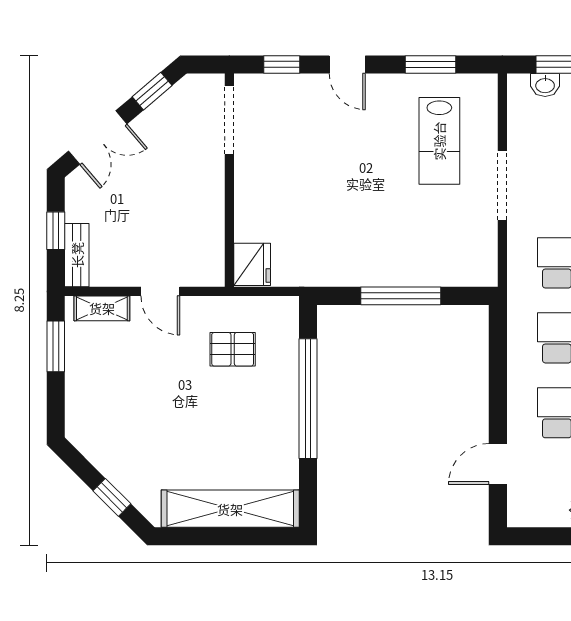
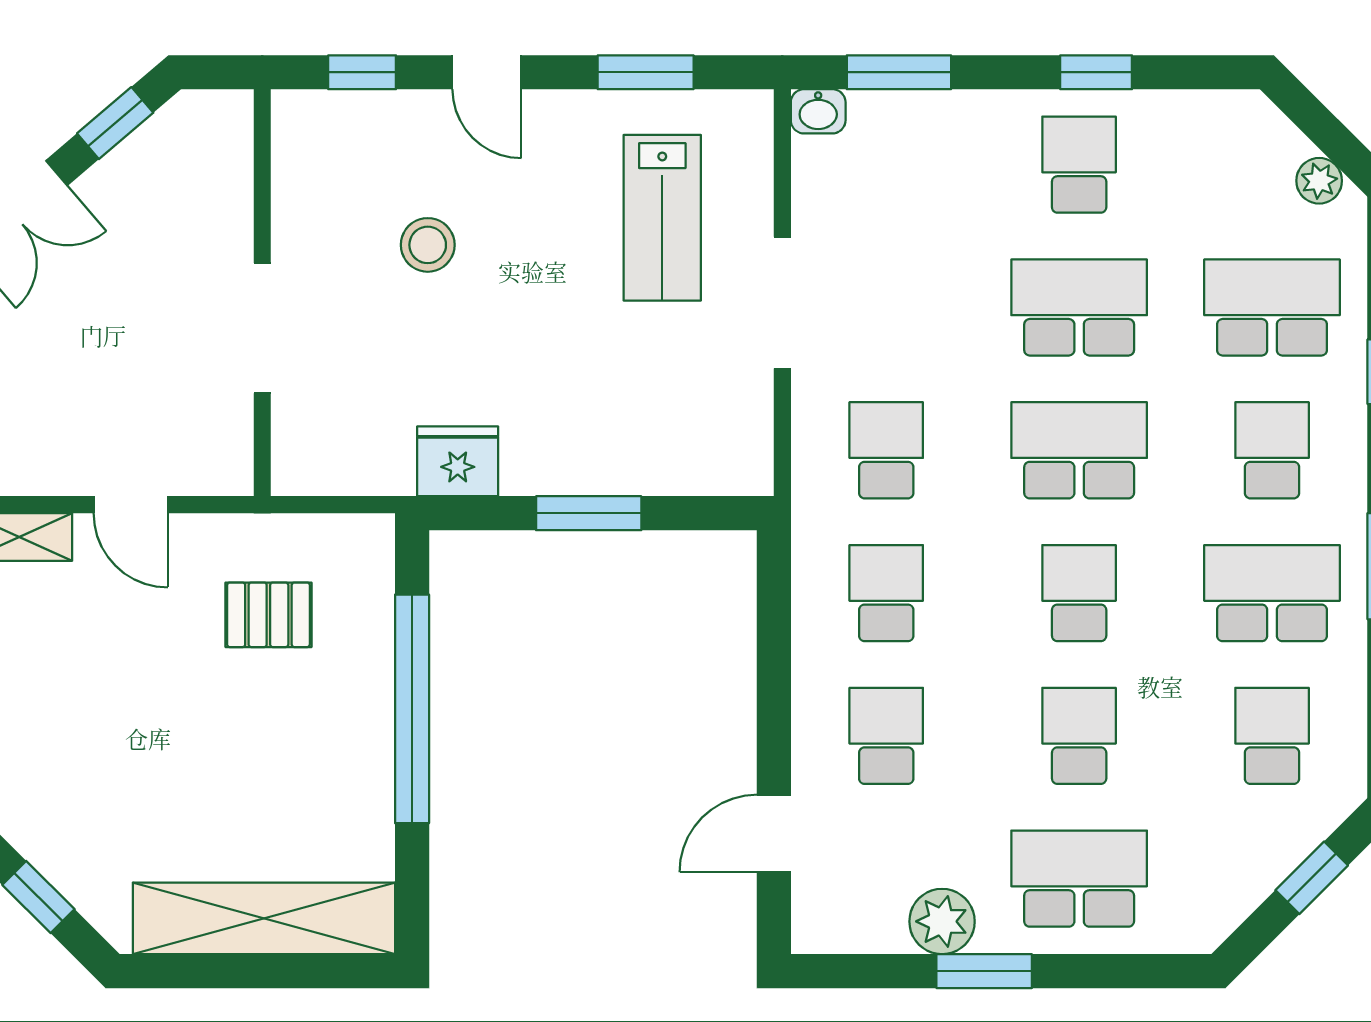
washbasin: (545, 85) -> (818, 111), moved
doorway: (229, 120) -> (262, 328), moved
stool: (316, 155) -> (428, 245), added
fridge: (252, 264) -> (458, 461), moved, turned -90
window: (401, 296) -> (589, 513), width x0.69

